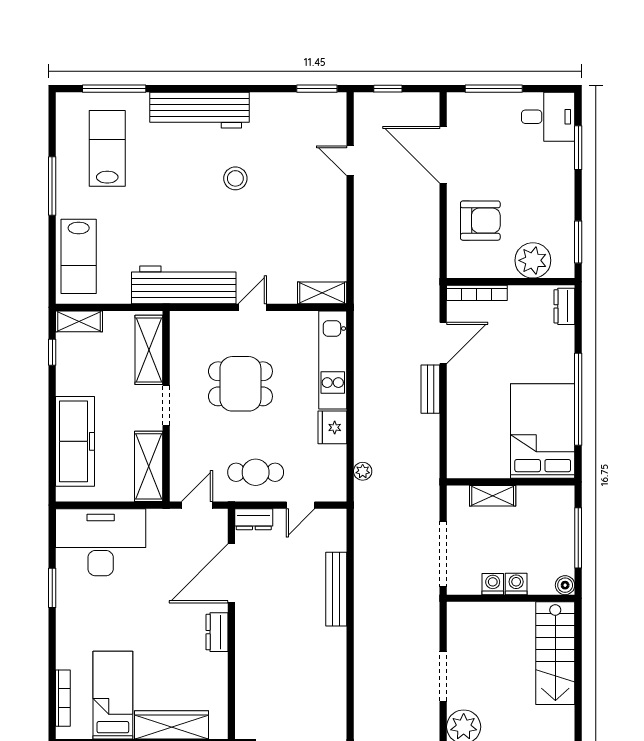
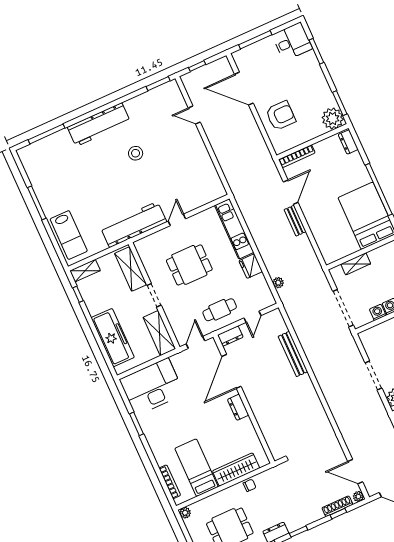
lab bench: (107, 148) -> (58, 168), removed
plant: (533, 260) -> (333, 119), moved
shelving: (322, 293) -> (212, 195), removed

